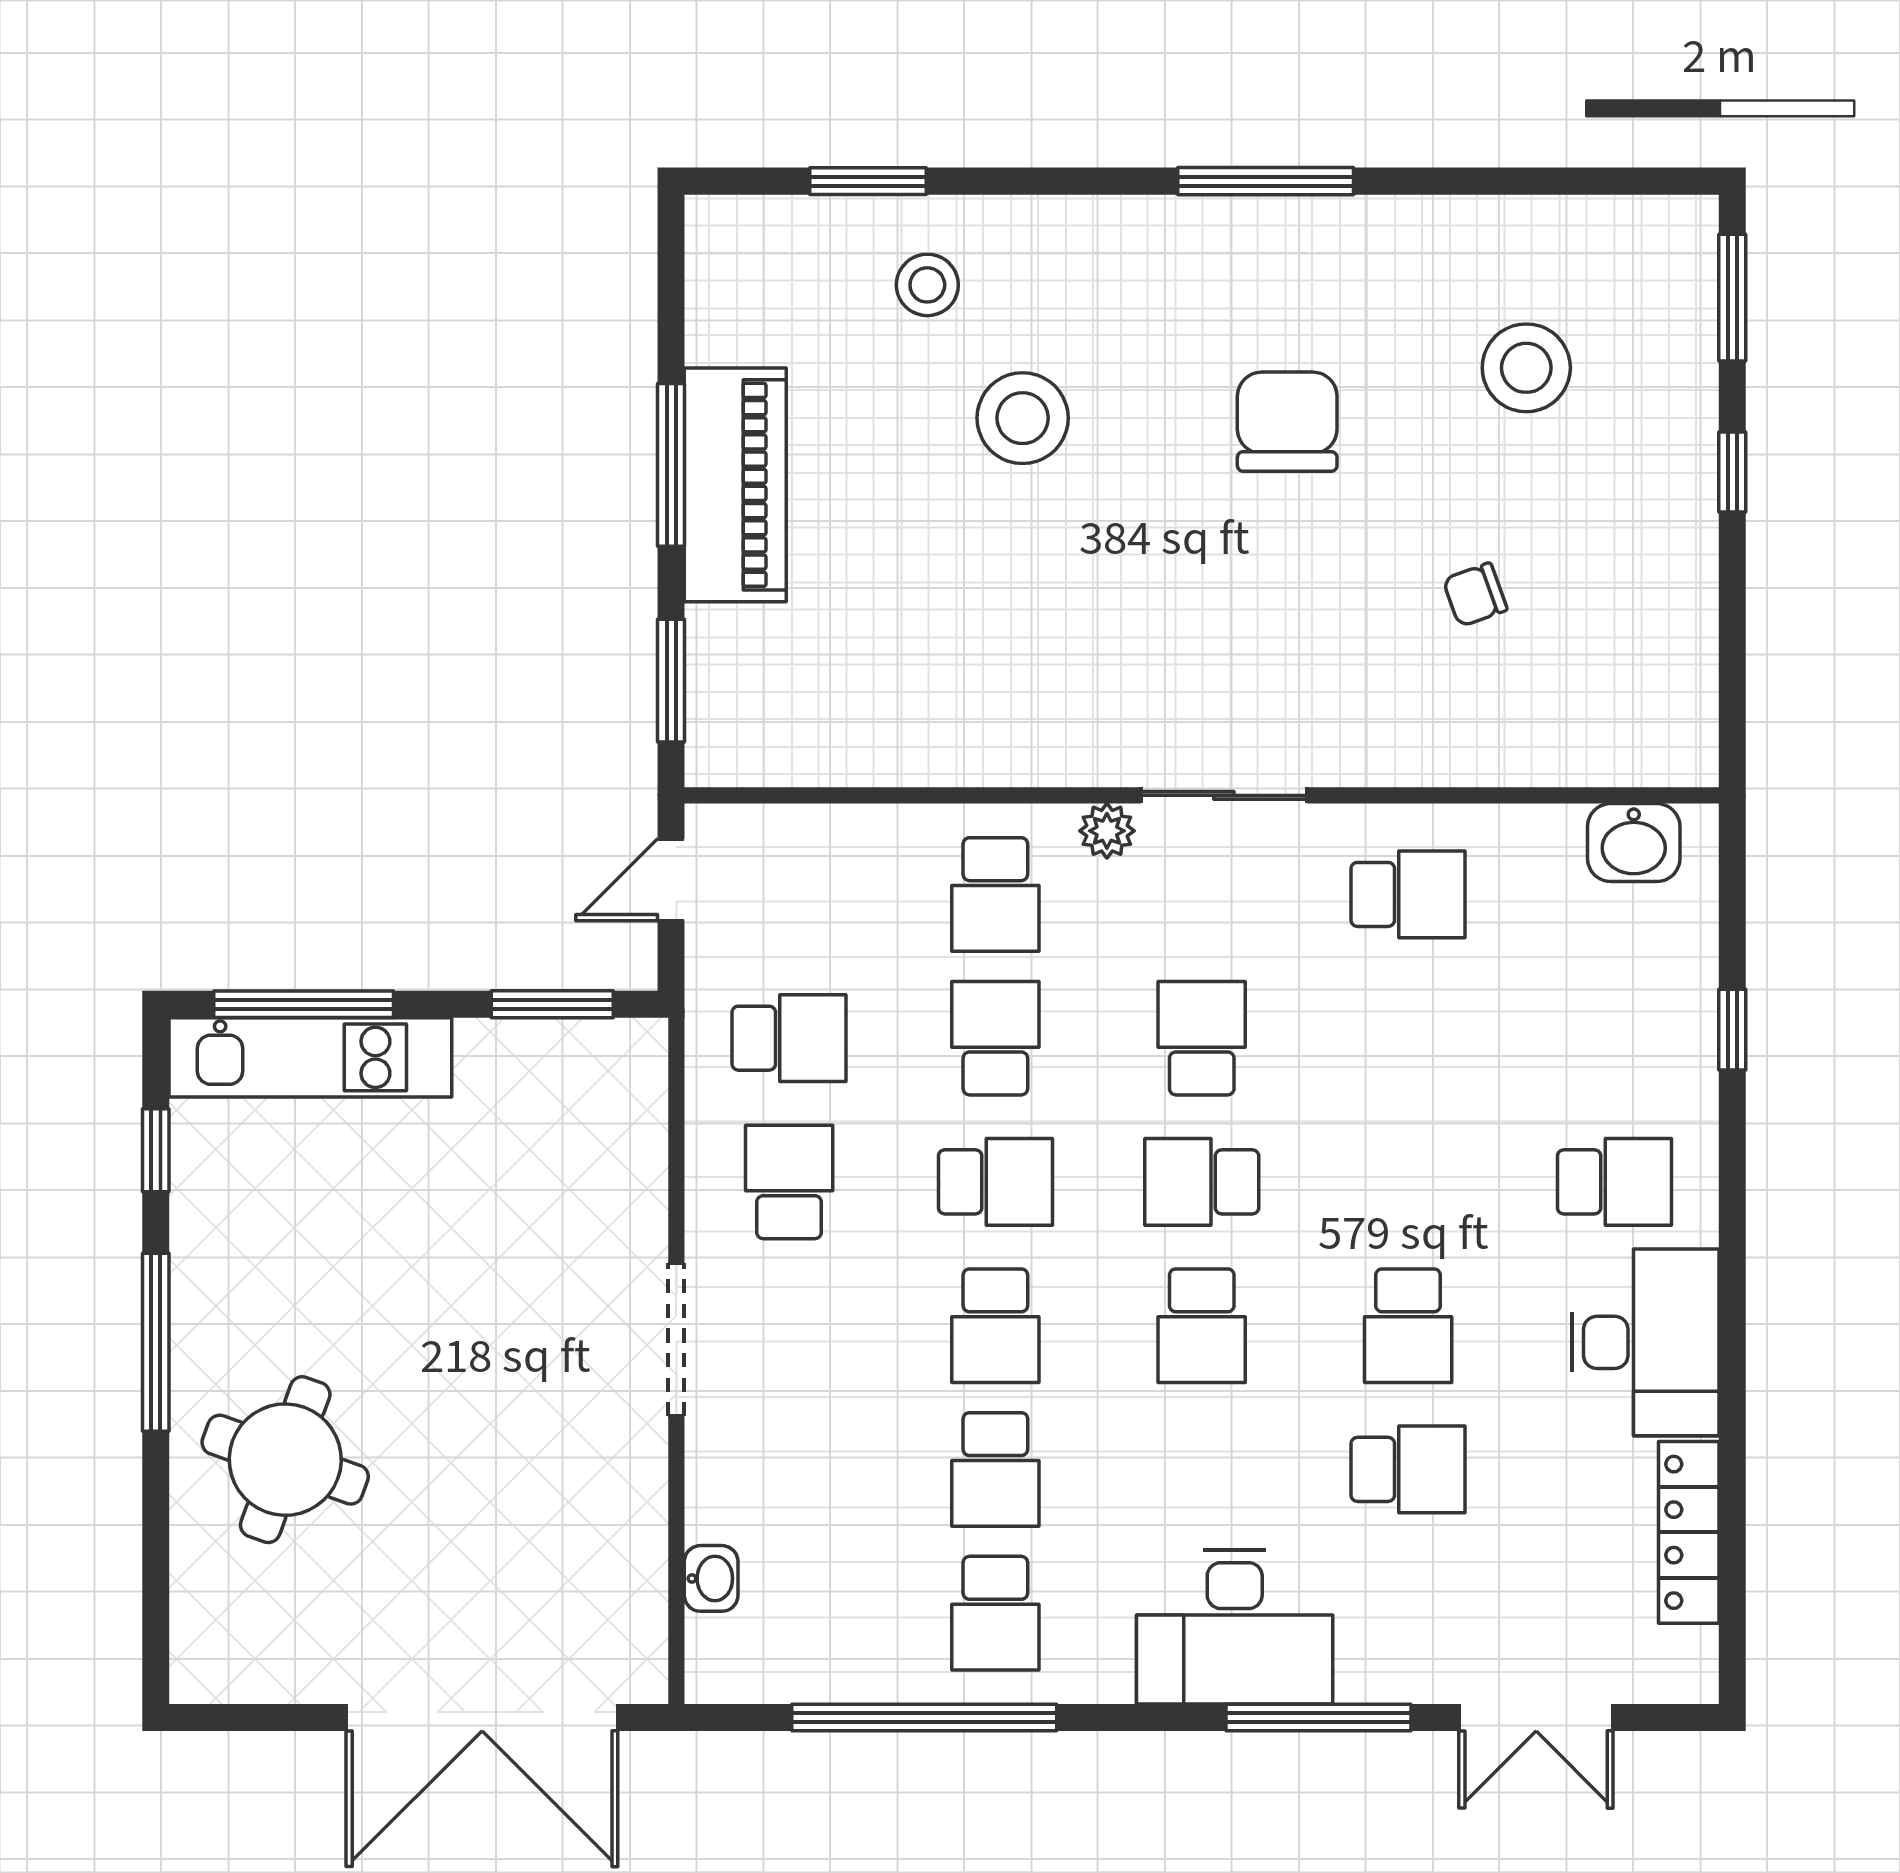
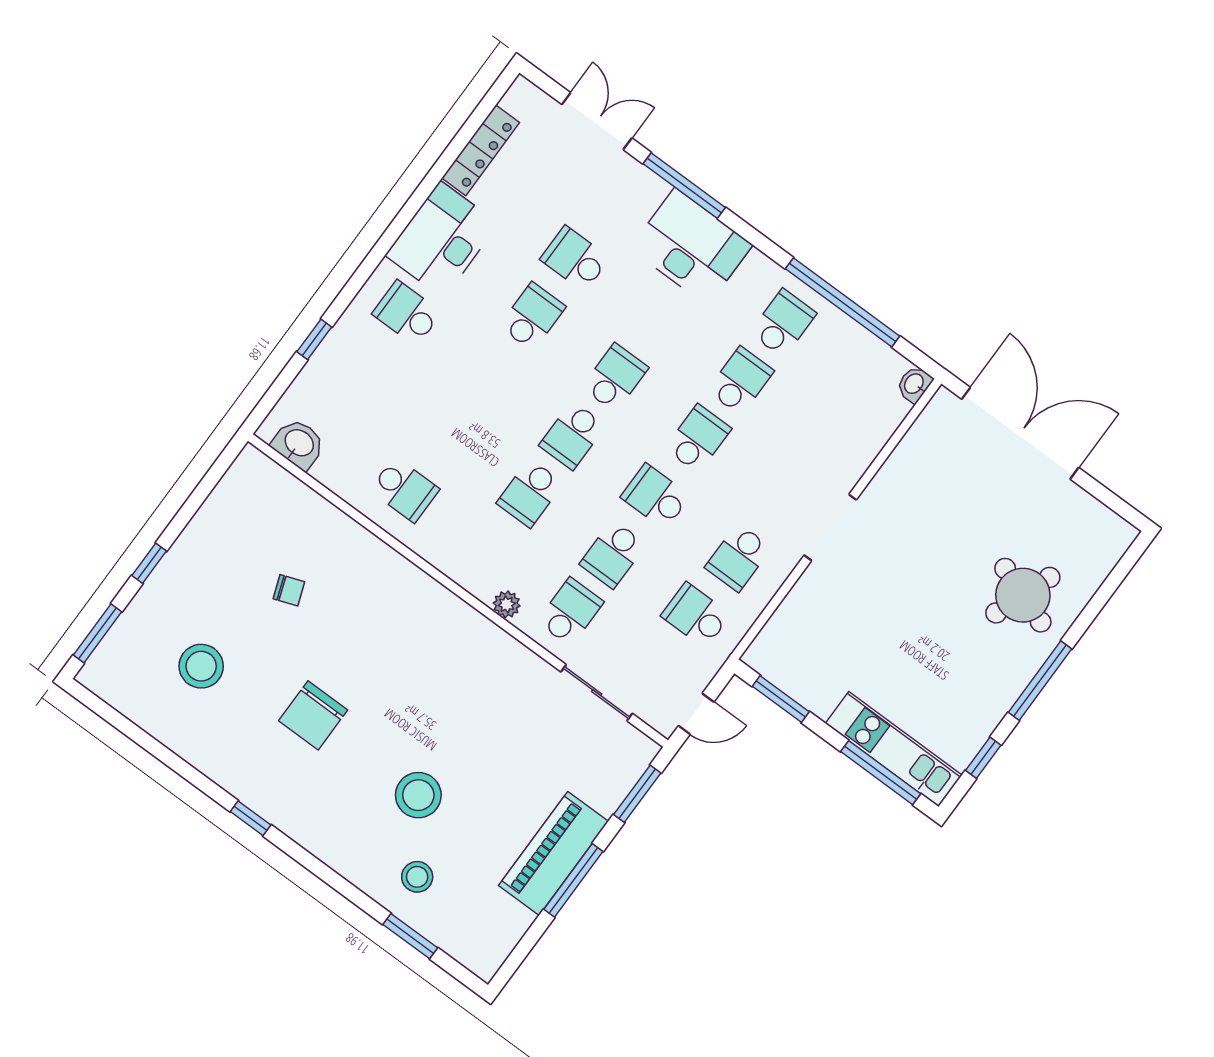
window: (1266, 181) -> (251, 818), width x0.46
sliding door: (1224, 795) -> (597, 693), moved
school desk: (1408, 894) -> (405, 490), turned 180
school desk: (1202, 1182) -> (573, 435), turned 90
washbasin: (711, 1578) -> (914, 384), moved

